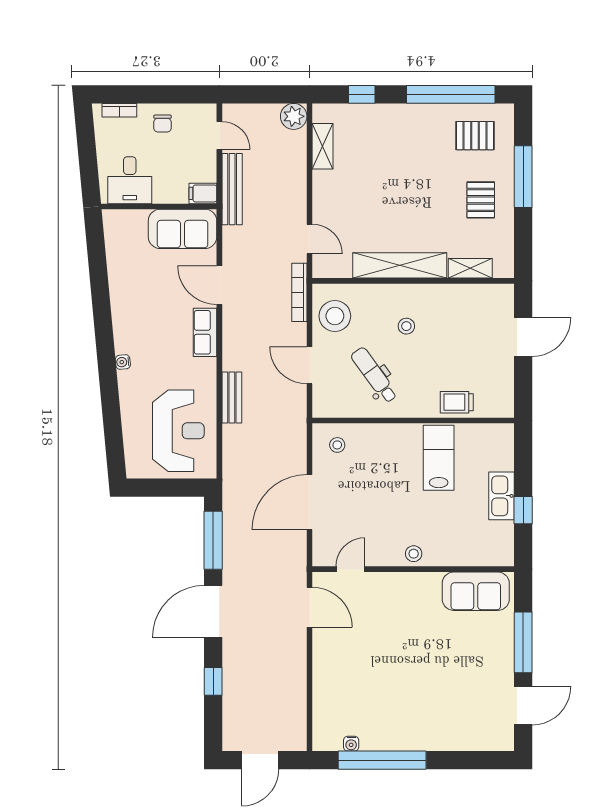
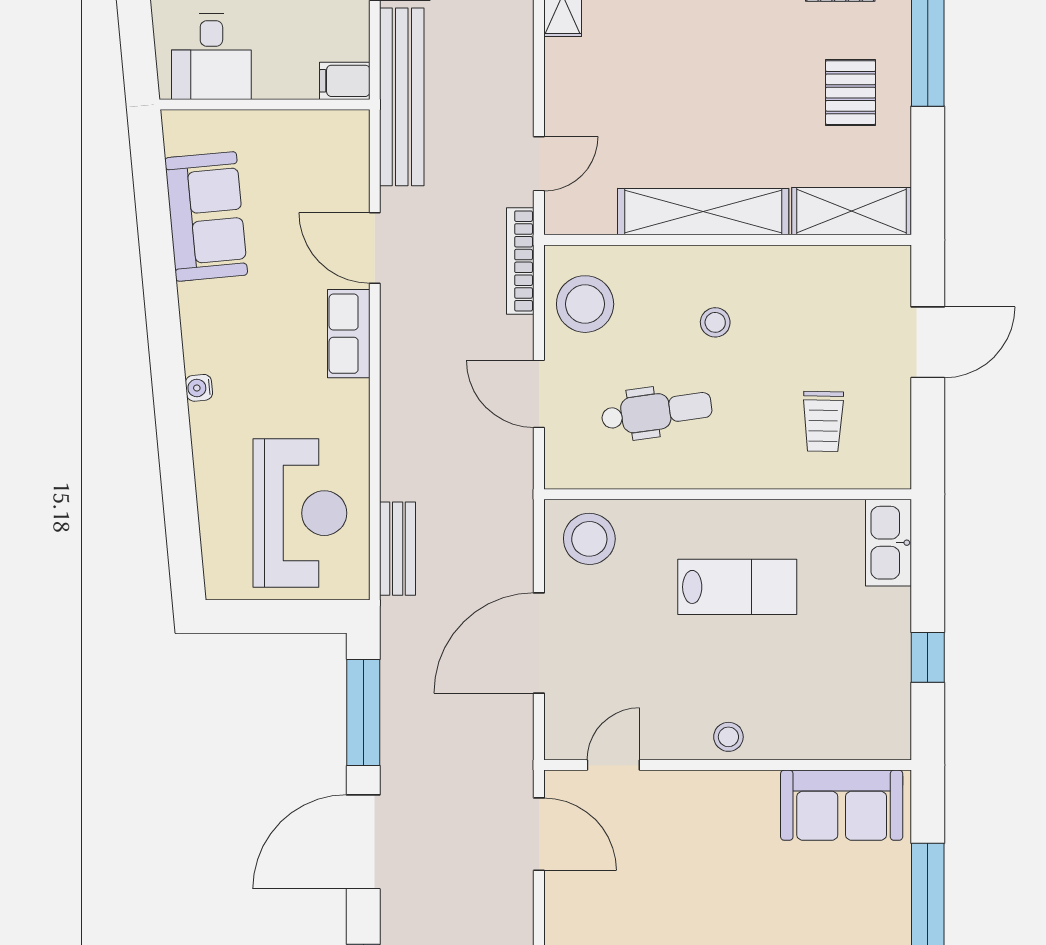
bench: (232, 189) -> (402, 97), width x1.37, depth x1.21
sofa: (183, 229) -> (206, 216), moved, turned -95
door: (310, 239) -> (539, 164), hinge flipped
shelving: (470, 268) -> (852, 211), width x1.50, depth x1.33
dental chair: (374, 375) -> (657, 412), turned 118
bench: (232, 398) -> (398, 549), moved
trolley: (457, 402) -> (823, 421), moved, turned -89
stool: (337, 445) -> (589, 539), width x1.89, depth x1.89
lab bench: (439, 458) -> (737, 587), moved, turned 90
kitchen sink: (501, 496) -> (888, 543), moved

